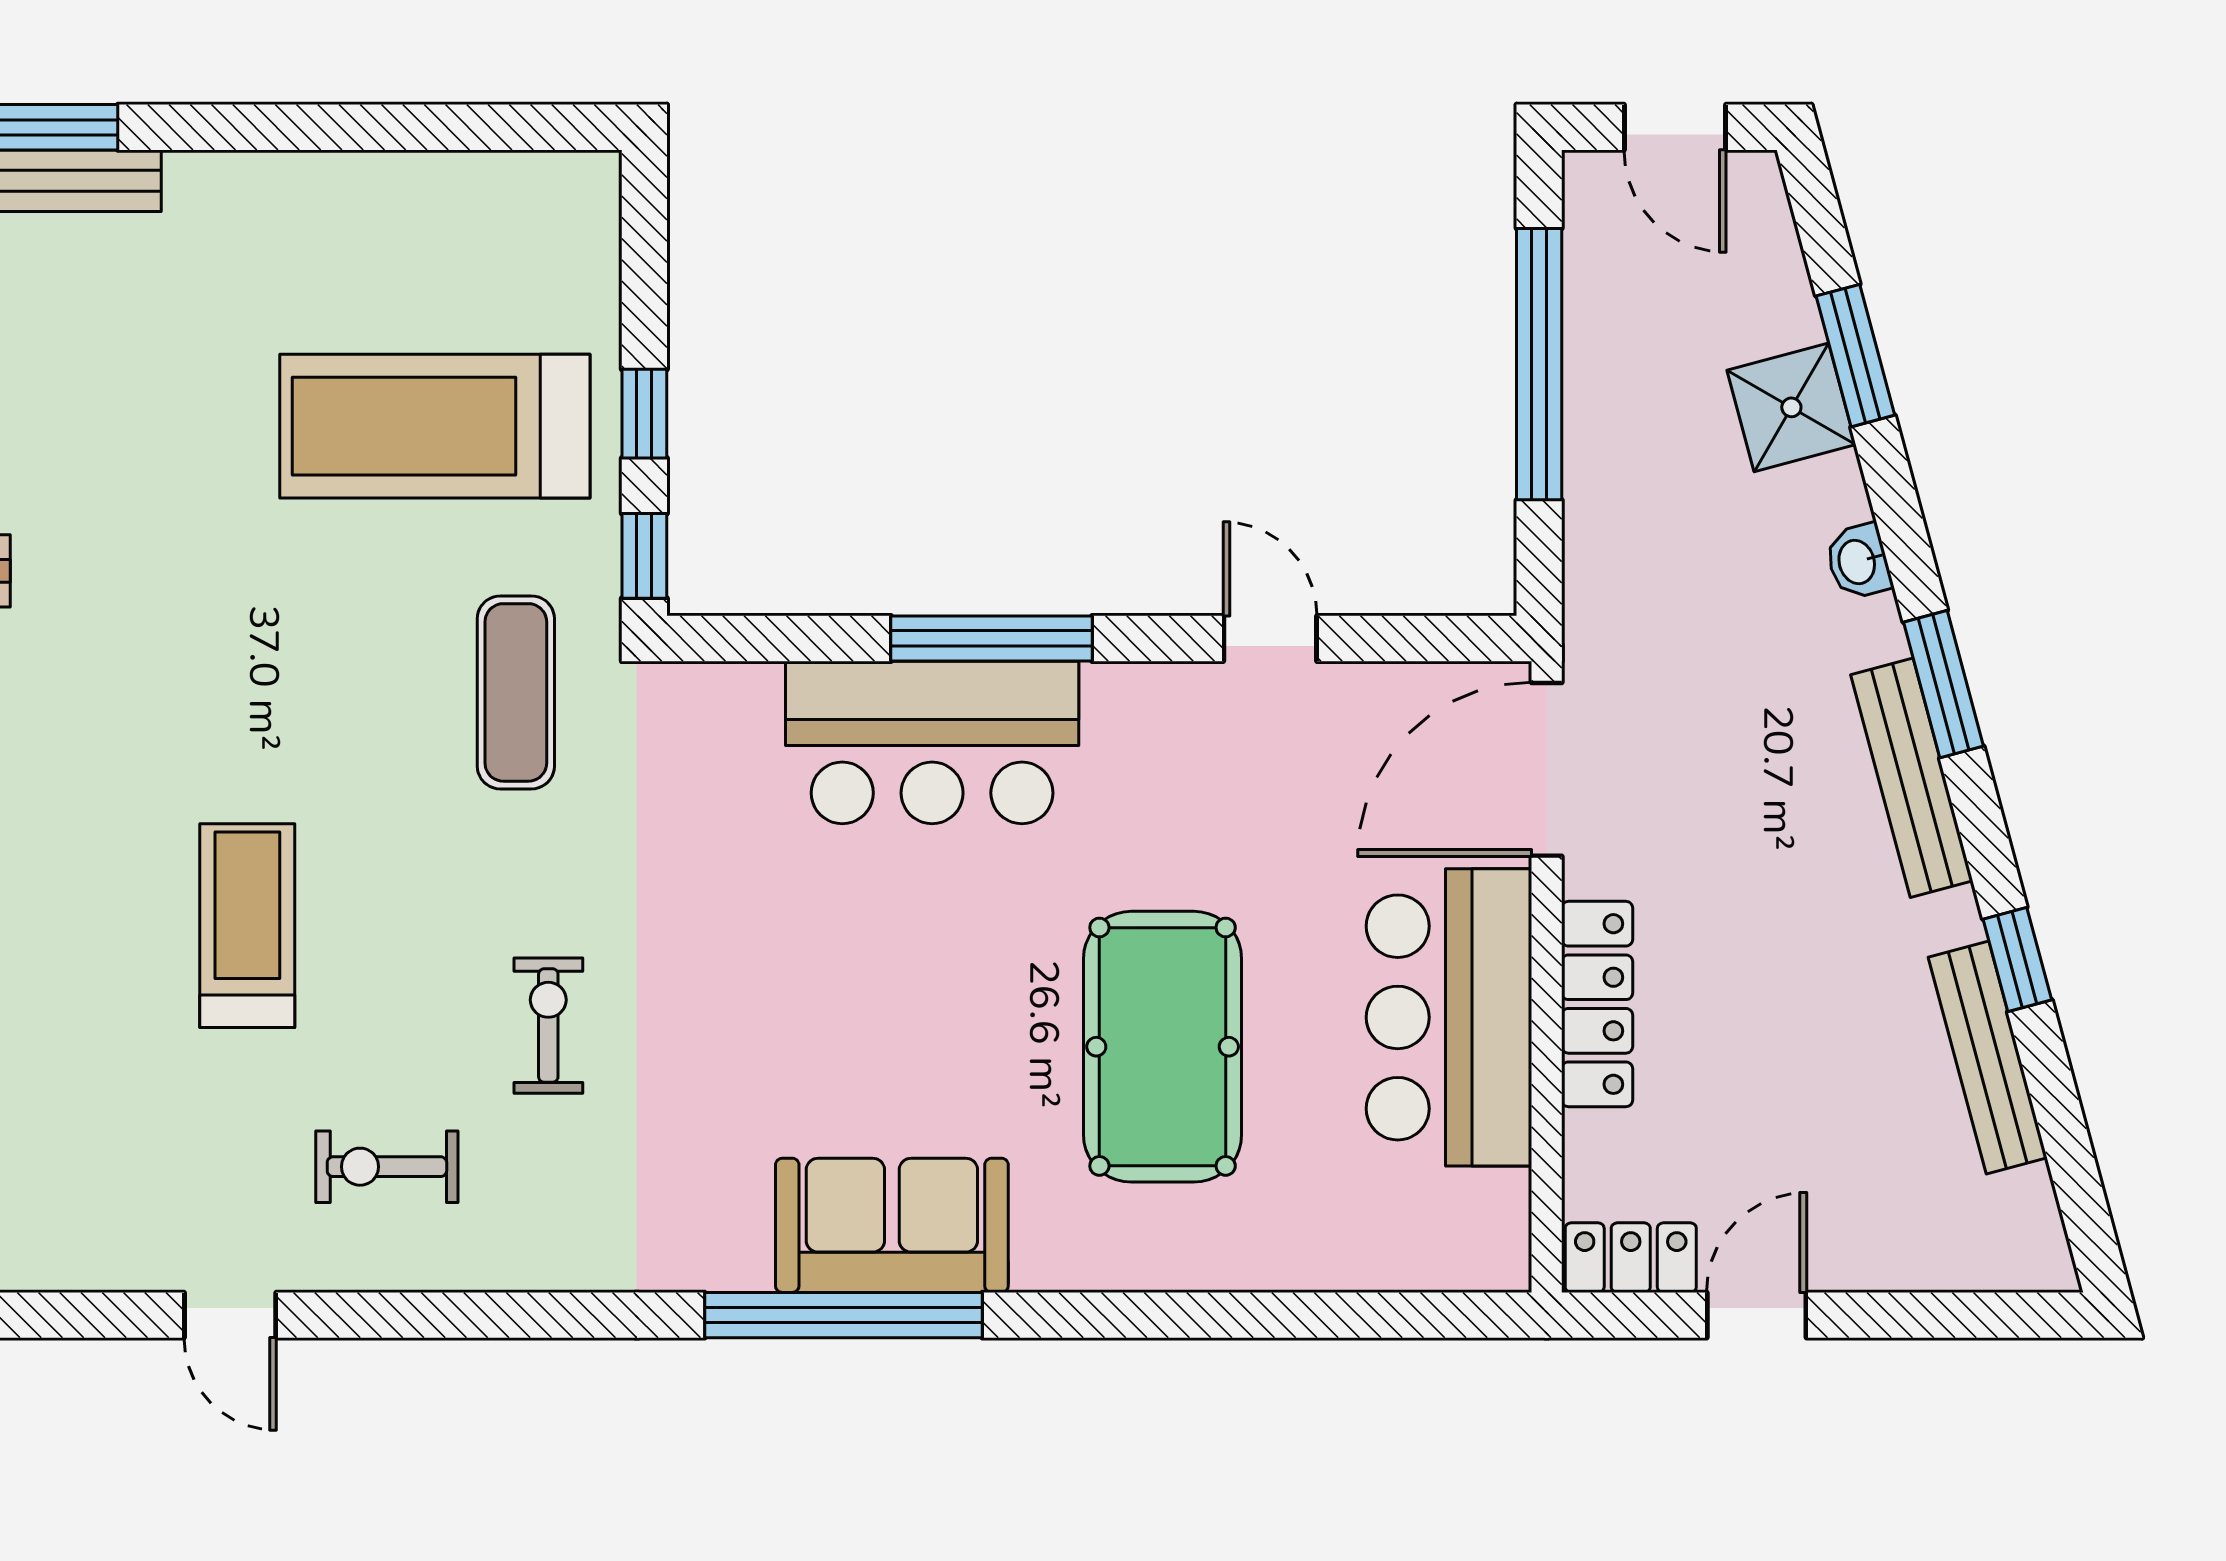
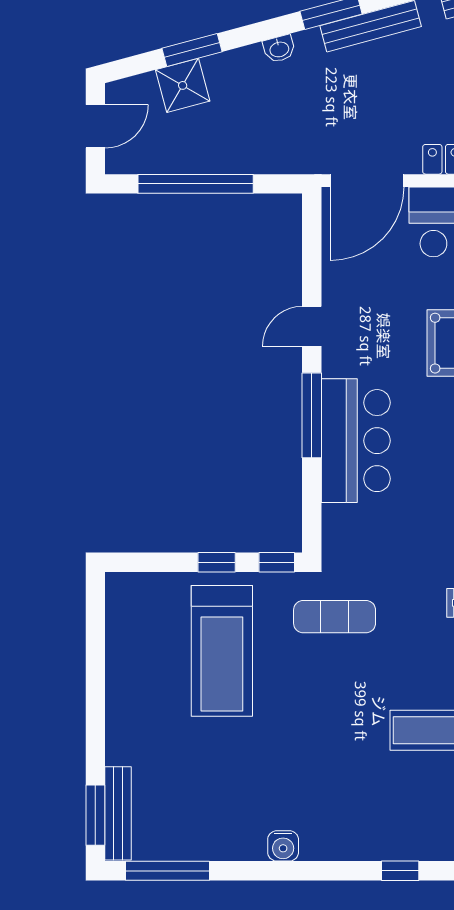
shower: (1791, 407) -> (183, 85), moved
door: (1270, 639) -> (312, 326), moved
door: (1547, 769) -> (367, 181), hinge flipped

